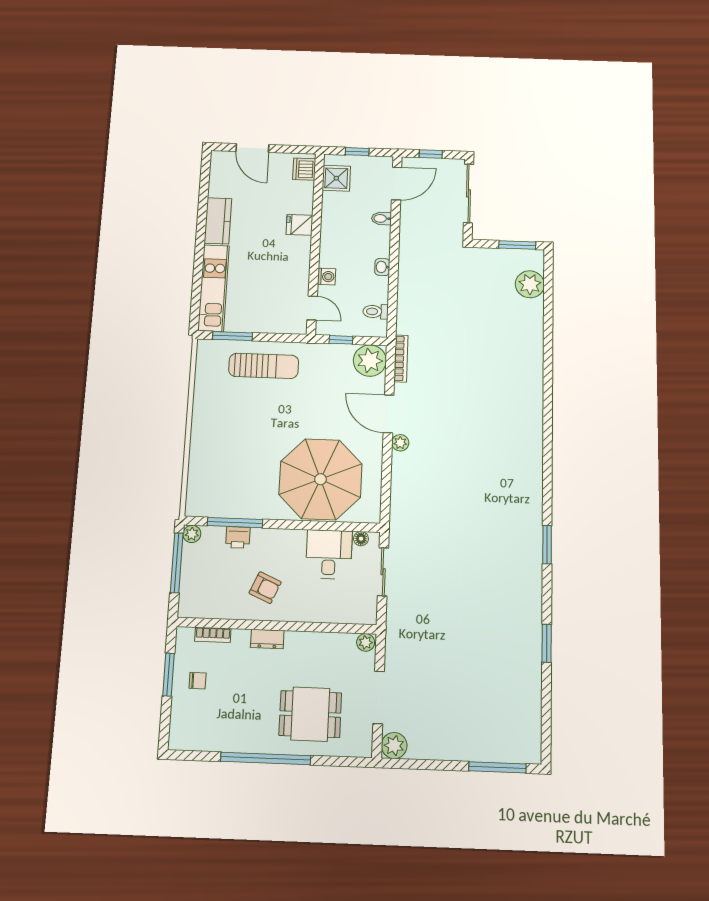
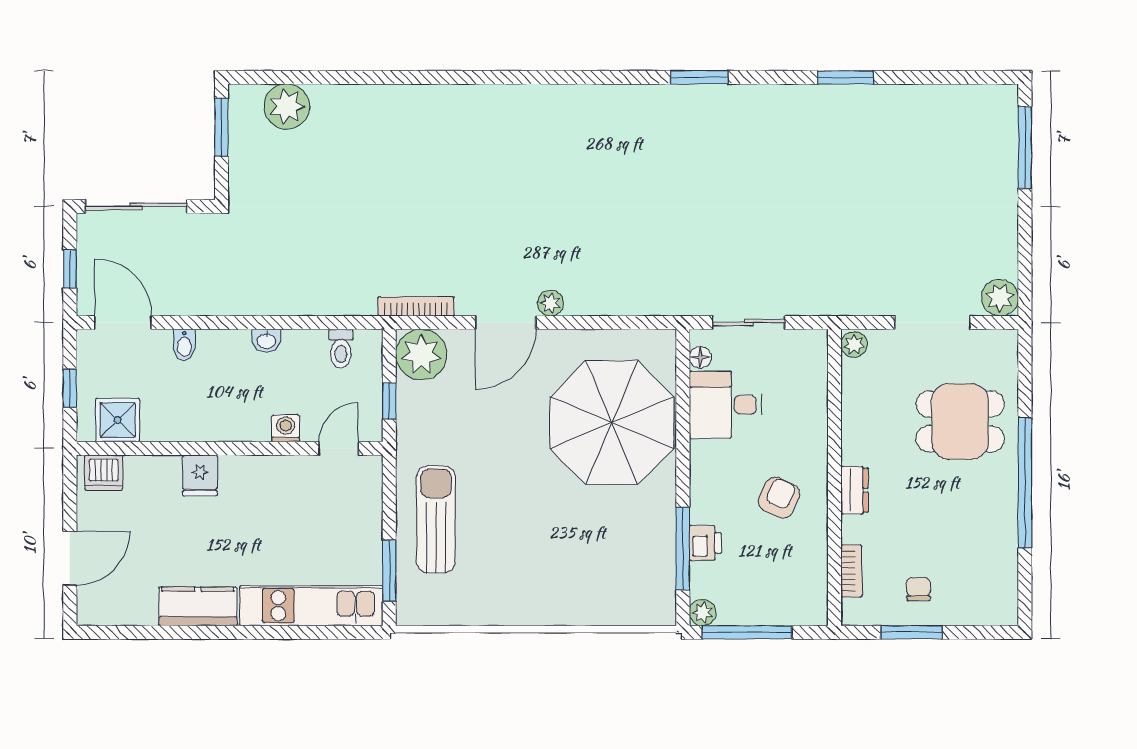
dining table: (310, 714) -> (960, 421), turned 90

